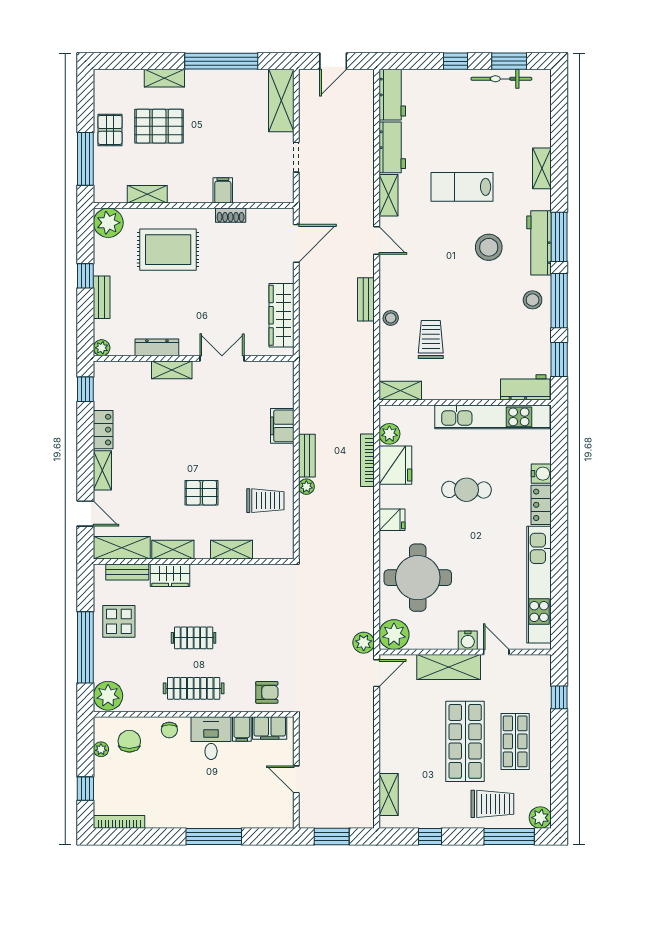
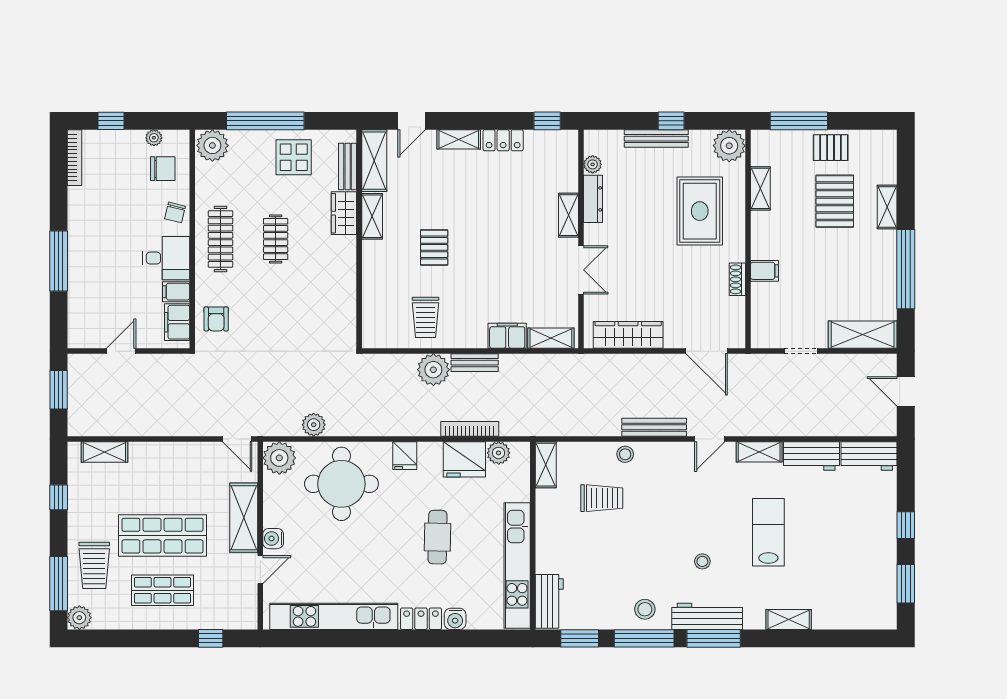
bicycle: (501, 79) -> (886, 575), removed
stool: (489, 247) -> (702, 561), width x0.53, depth x0.53
bench: (102, 297) -> (656, 139), width x1.36
bench: (366, 299) -> (654, 427), width x1.36
plant: (102, 348) -> (593, 164), moved
plant: (306, 487) -> (433, 370), width x1.88, depth x1.88
shelving: (231, 550) -> (551, 338), moved, turned 90
plant: (364, 643) -> (314, 425), moved
chair: (169, 730) -> (175, 212), turned -76

